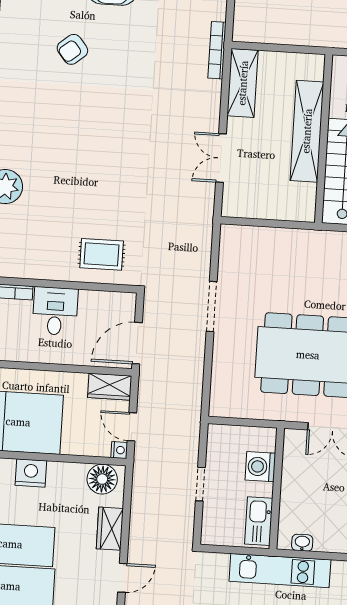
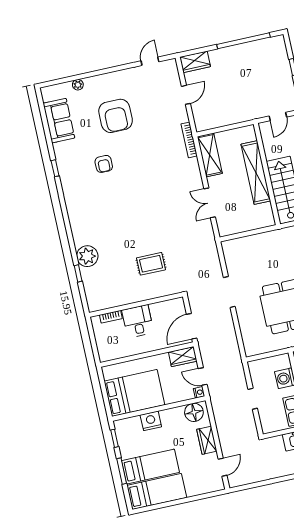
armchair: (72, 49) -> (104, 164), turned -51
rug: (102, 254) -> (151, 264), moved

